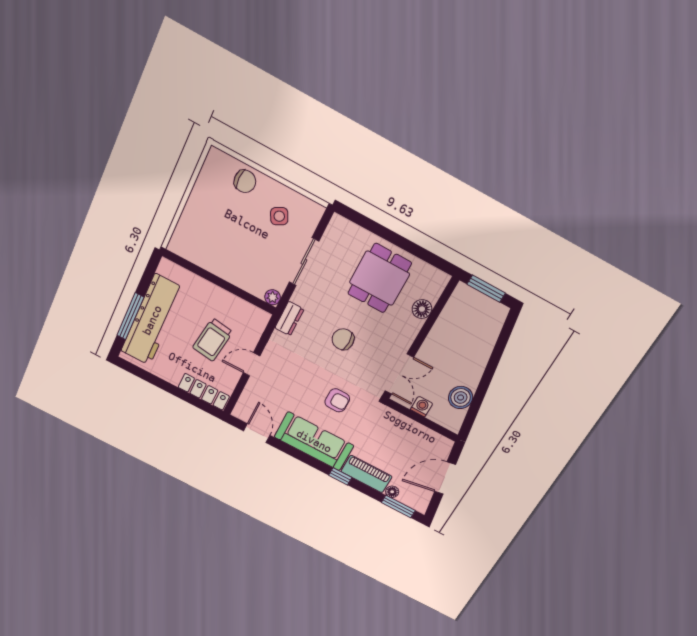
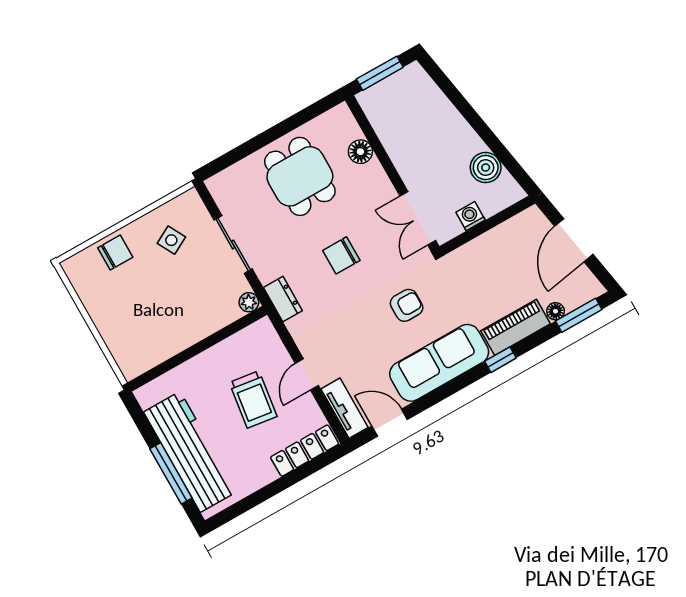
double door: (399, 374) -> (418, 218), swing flipped
tv unit: (247, 401) -> (345, 408), added

